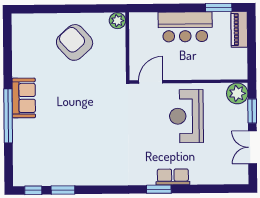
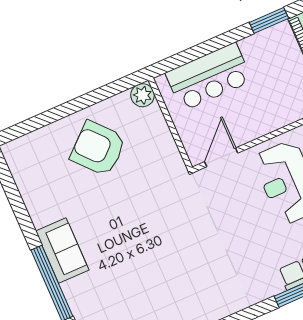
bar counter: (185, 27) -> (209, 77), moved

